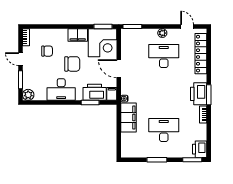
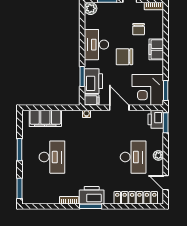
door: (187, 26) -> (166, 183), swing flipped
filing cabinet: (78, 35) -> (156, 49), moved
chair: (72, 64) -> (124, 57), turned 90
door: (119, 69) -> (119, 108), hinge flipped
filing cabinet: (129, 118) -> (45, 118), moved
printer: (200, 149) -> (156, 119), moved, turned -90

